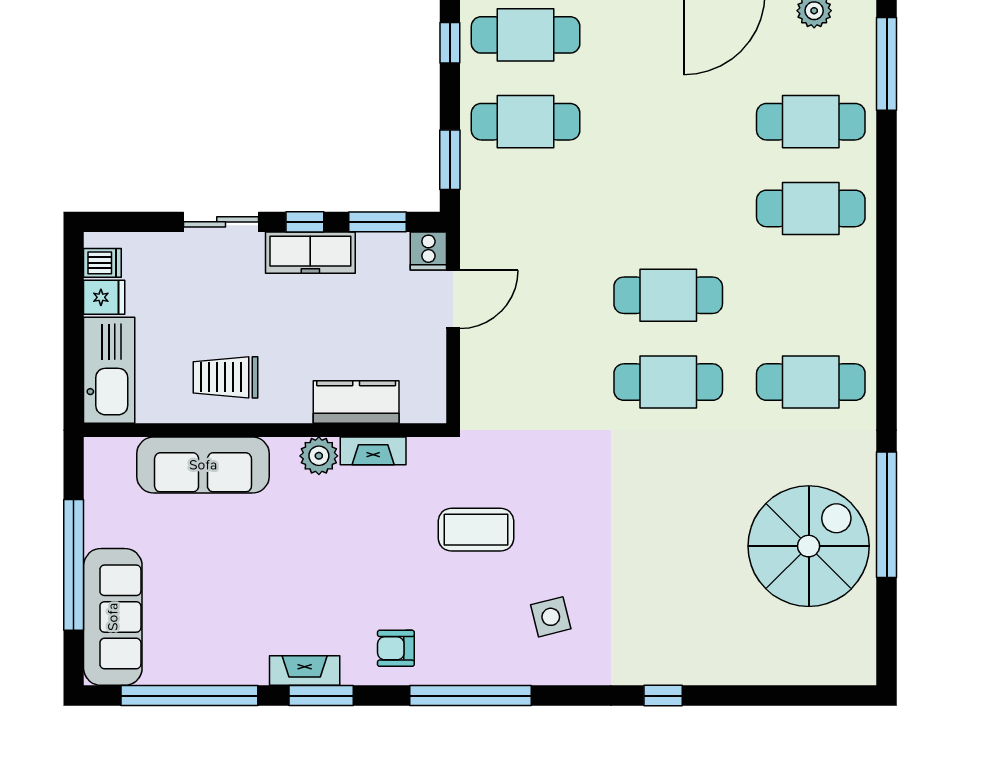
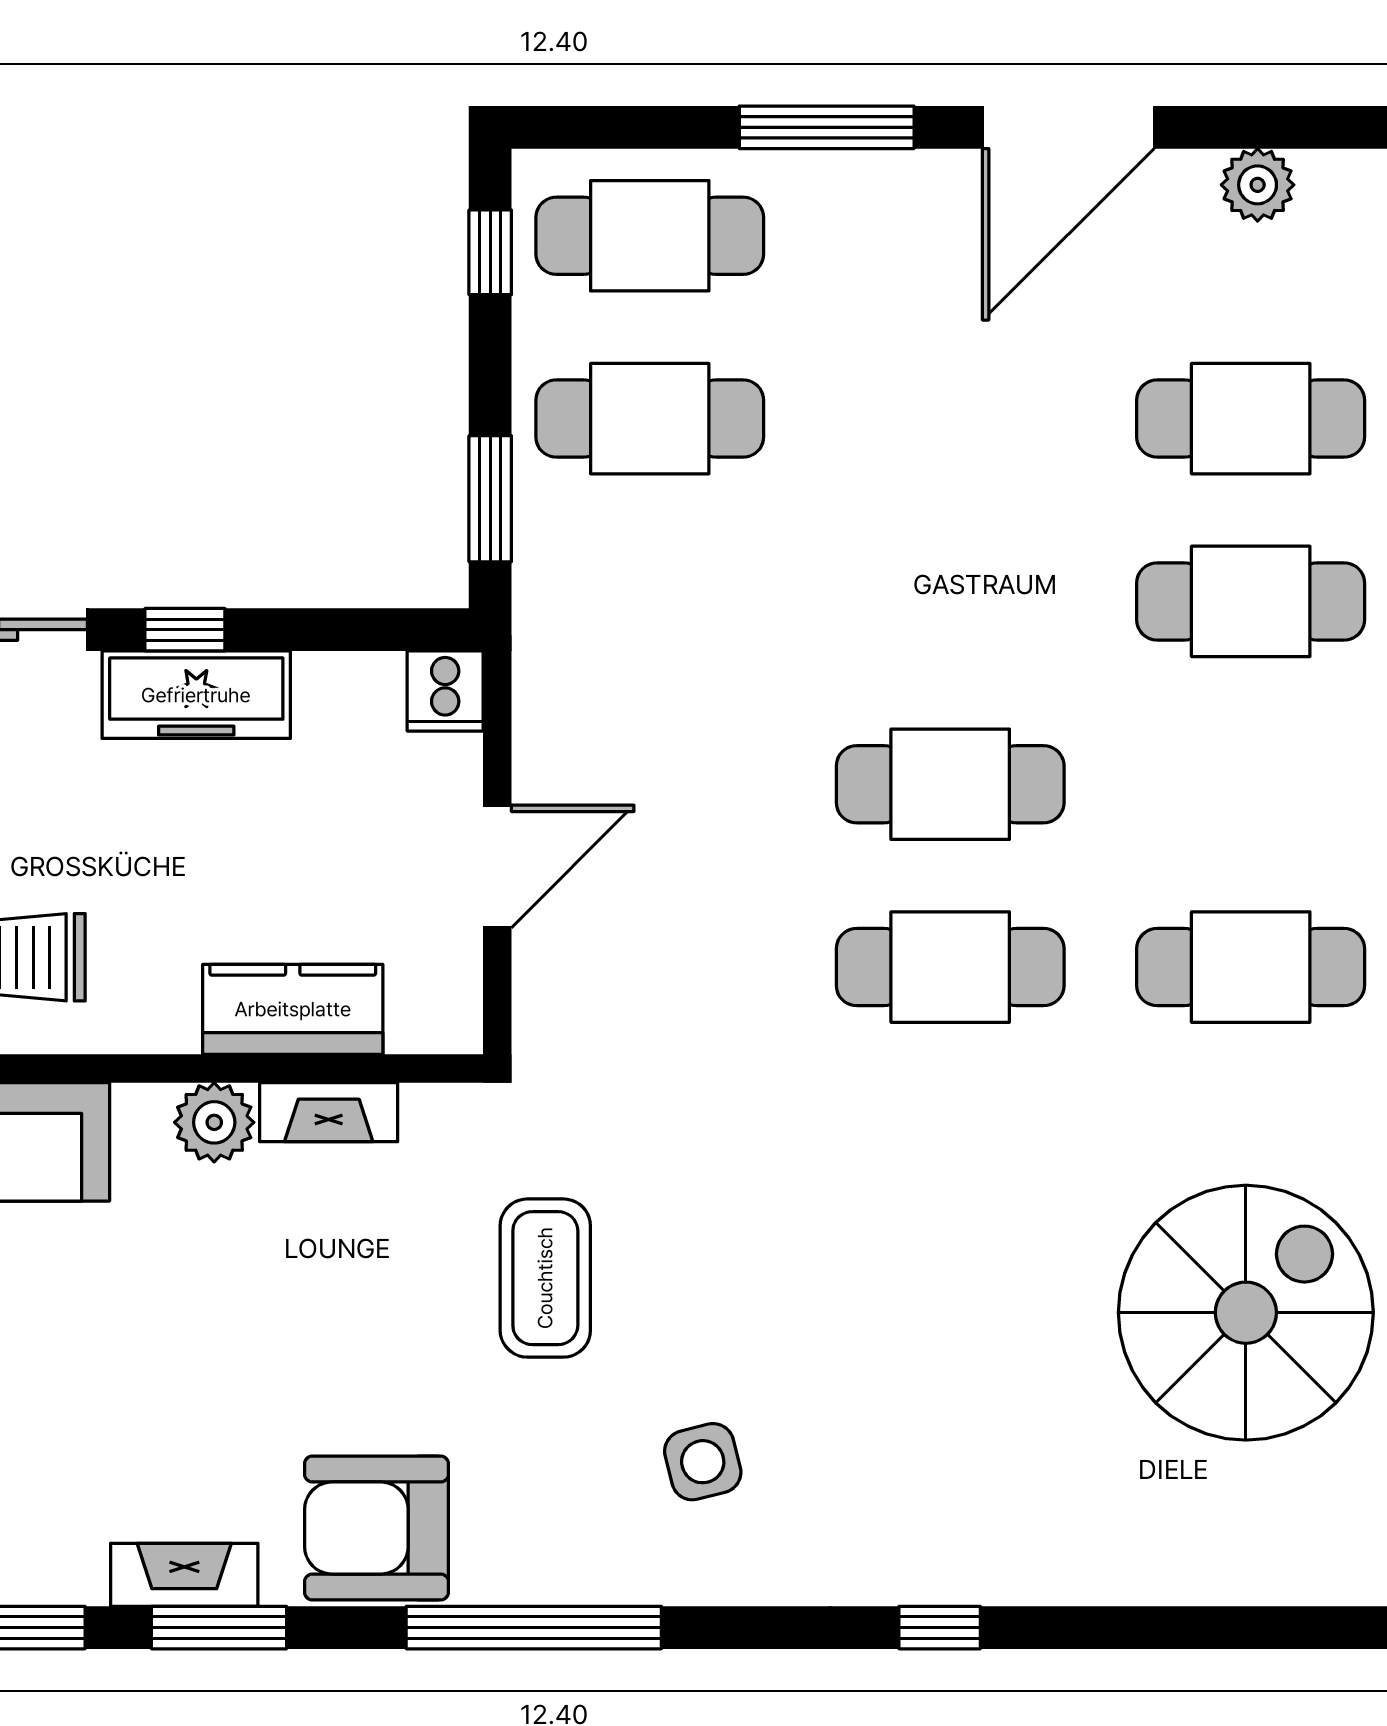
window: (377, 222) -> (338, 630), removed
door: (453, 299) -> (497, 866), moved
coffee table: (476, 530) -> (545, 1278), turned 90
armchair: (396, 648) -> (377, 1528), width x1.88, depth x1.88

